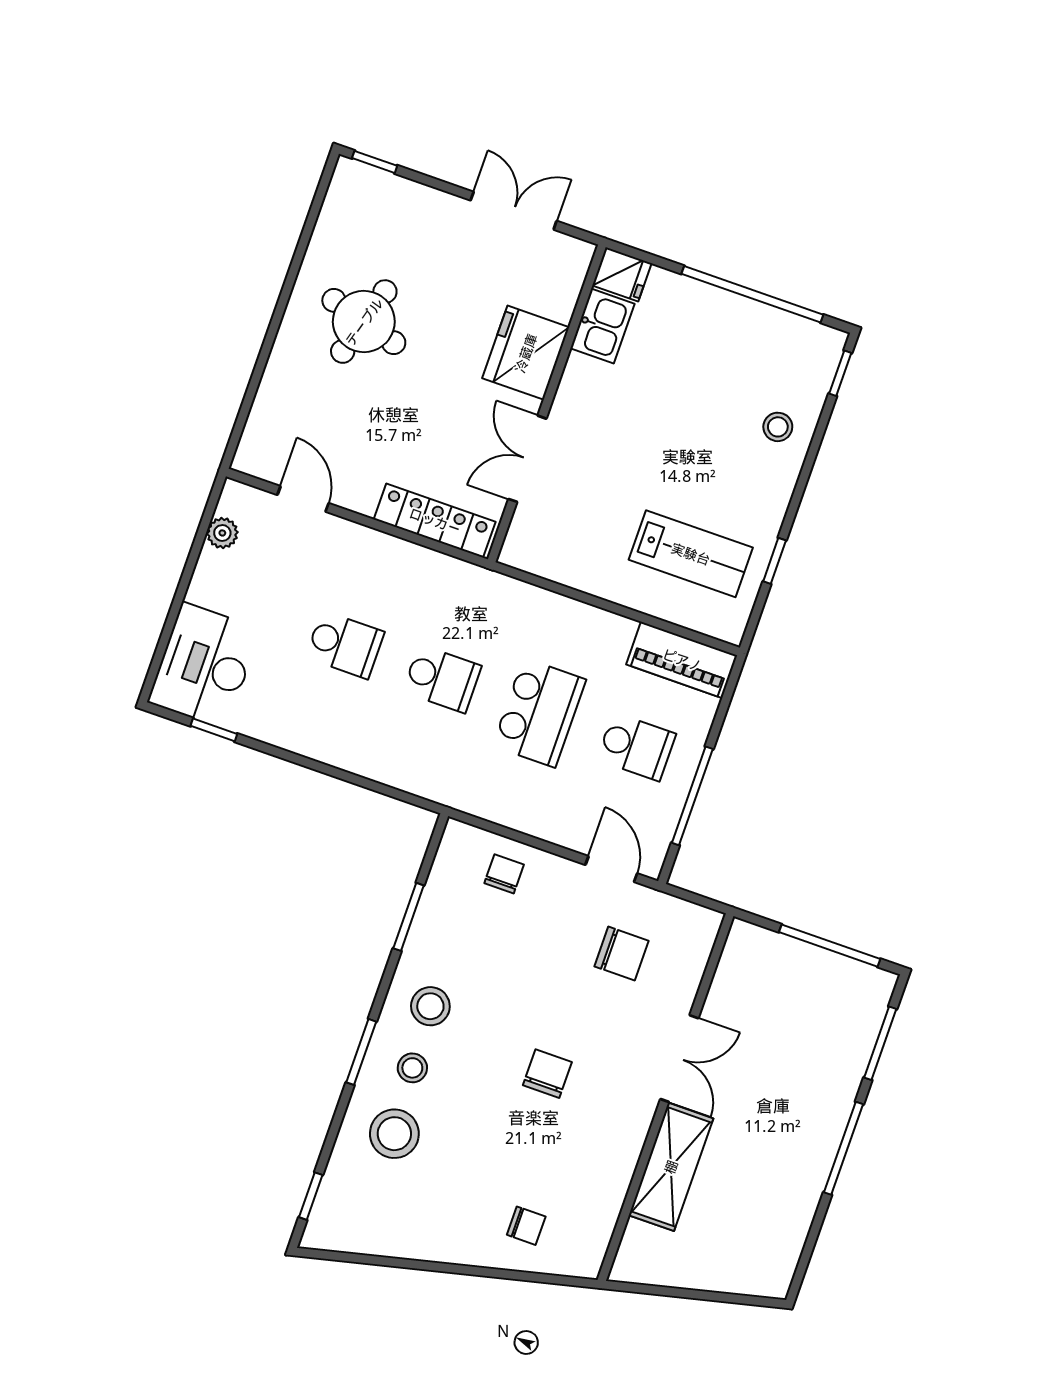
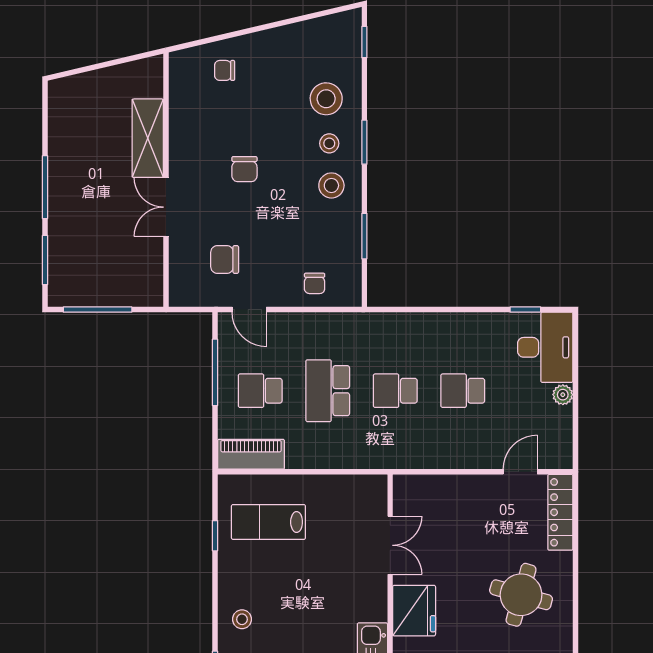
door: (303, 499) -> (520, 472), swing flipped
locker: (435, 521) -> (560, 512), moved, turned 90
plant: (222, 533) -> (563, 395), moved

